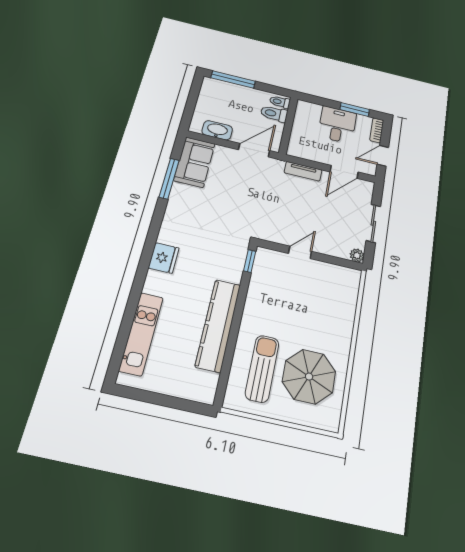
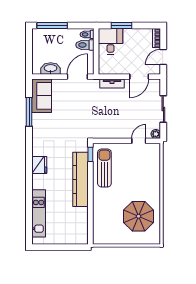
window: (355, 110) -> (121, 26), moved
desk: (337, 125) -> (111, 41), moved
door: (300, 252) -> (139, 141), moved
kitchen counter: (218, 325) -> (81, 179), moved
sun lounger: (262, 369) -> (104, 168), moved

